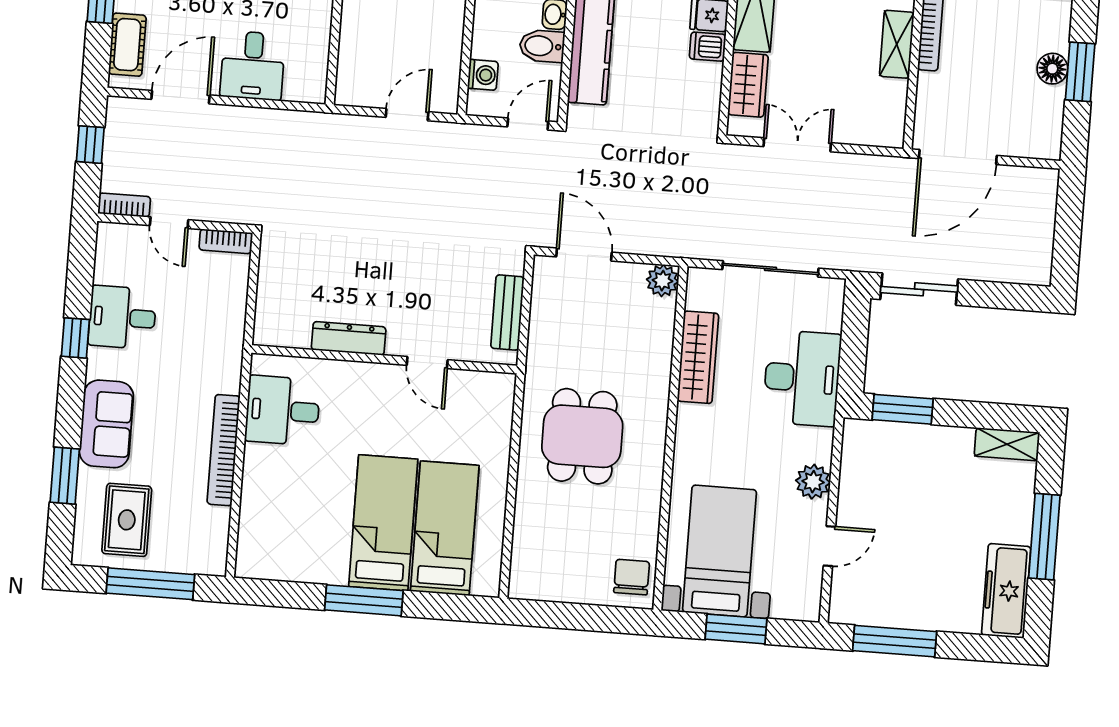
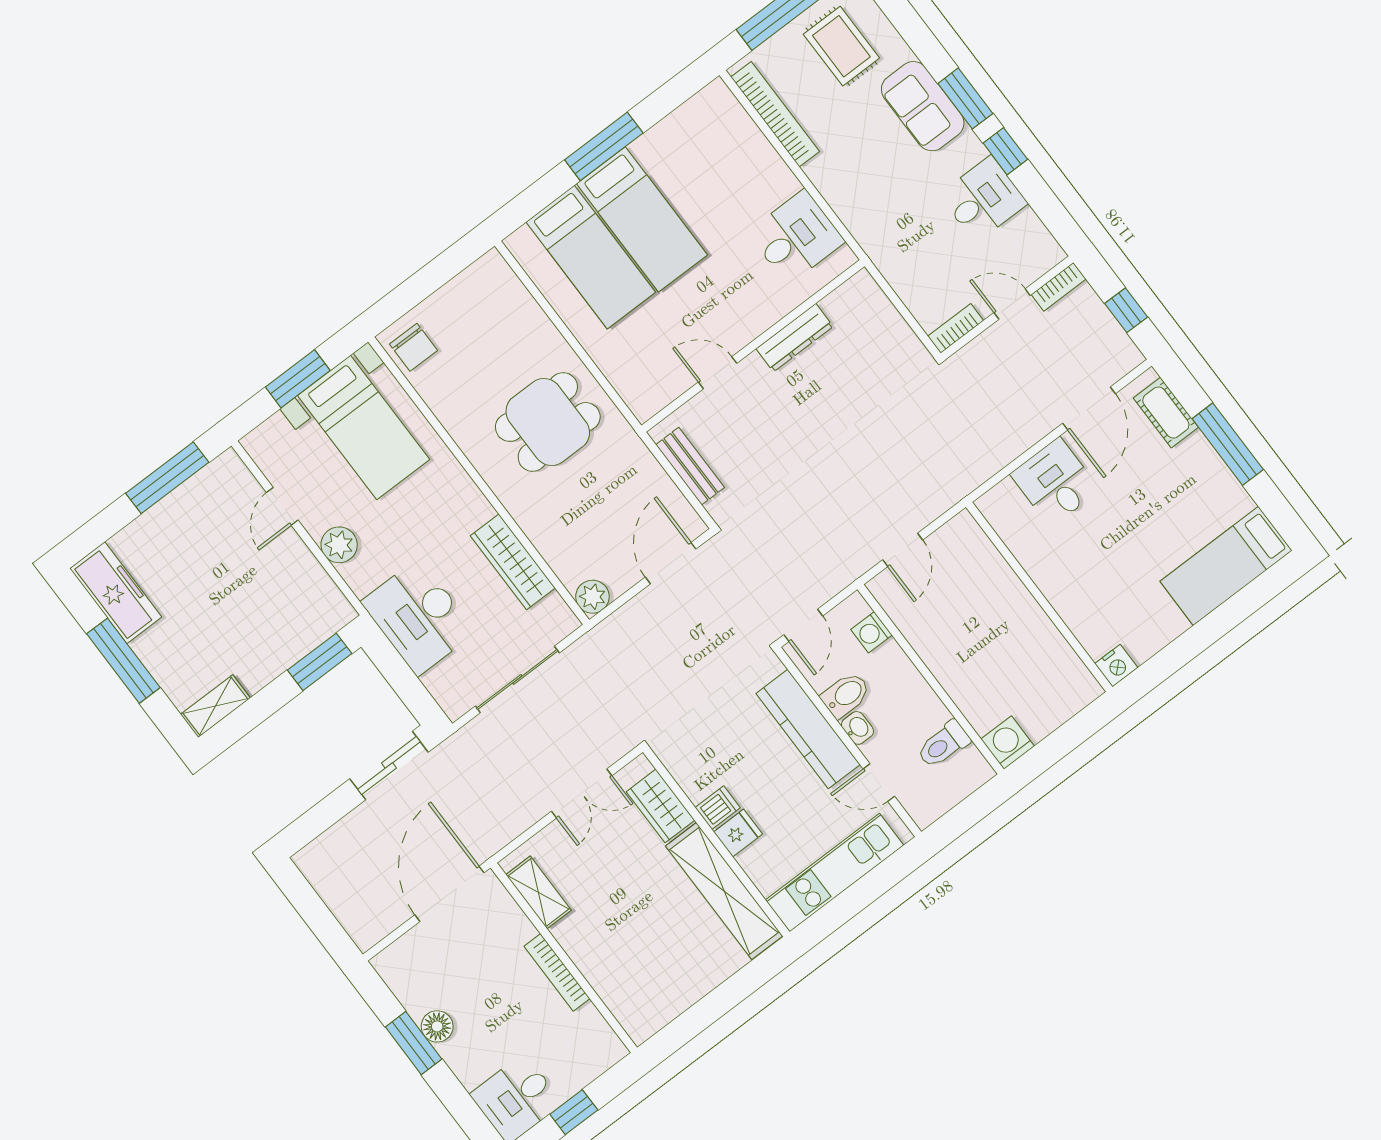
shelving: (897, 44) -> (539, 892), moved
door: (584, 255) -> (671, 563), swing flipped
dining table: (582, 436) -> (548, 422), turned 90
bookcase: (224, 450) -> (775, 114), moved
window: (65, 476) -> (965, 98), moved

